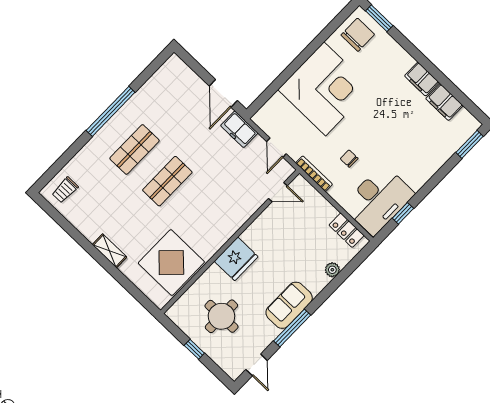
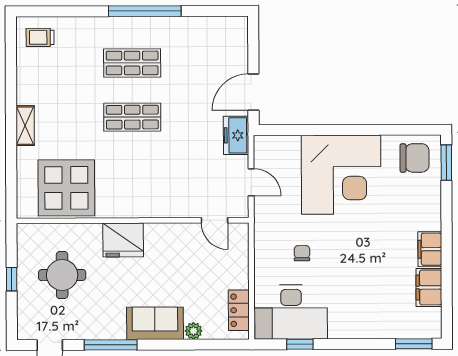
door: (276, 148) -> (251, 182), swing flipped
bookcase: (314, 174) -> (260, 236), removed
sofa: (289, 305) -> (155, 323), moved

